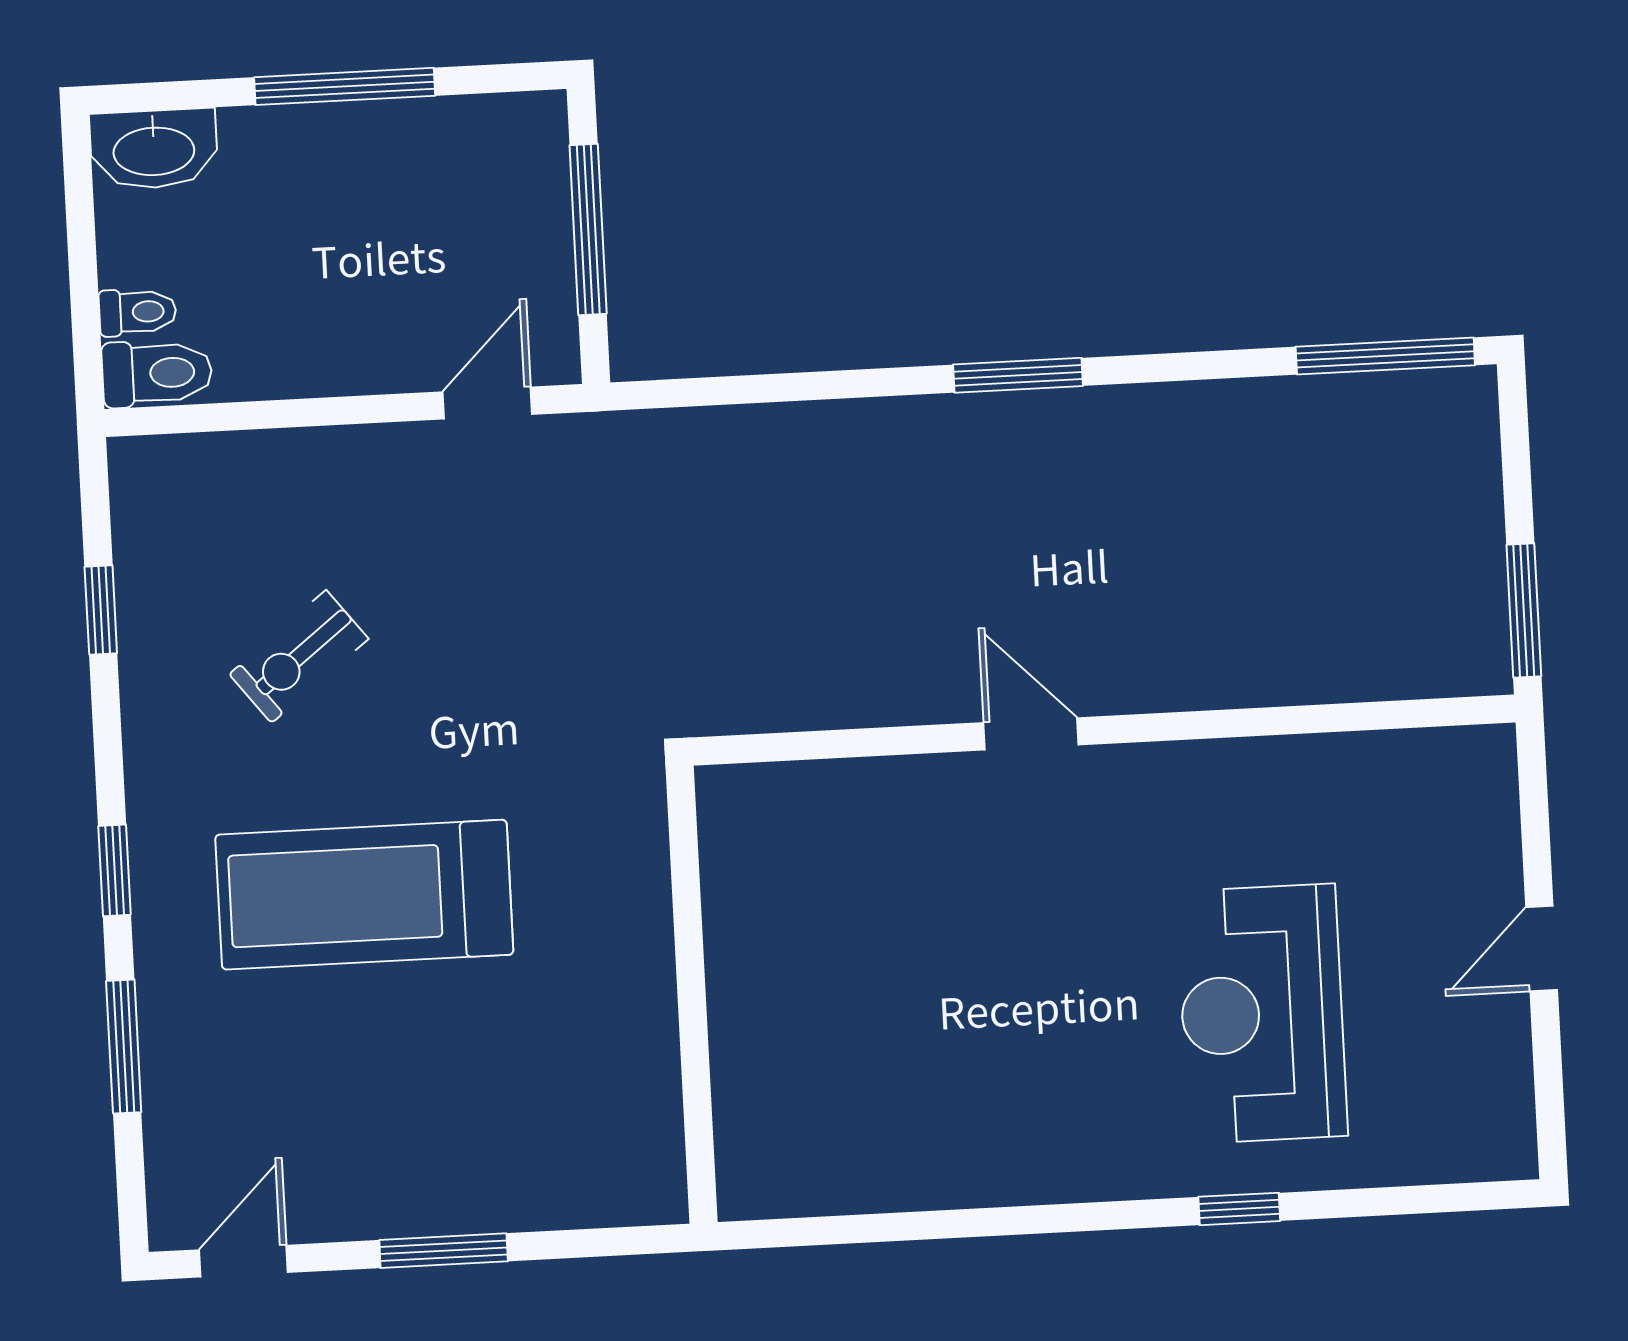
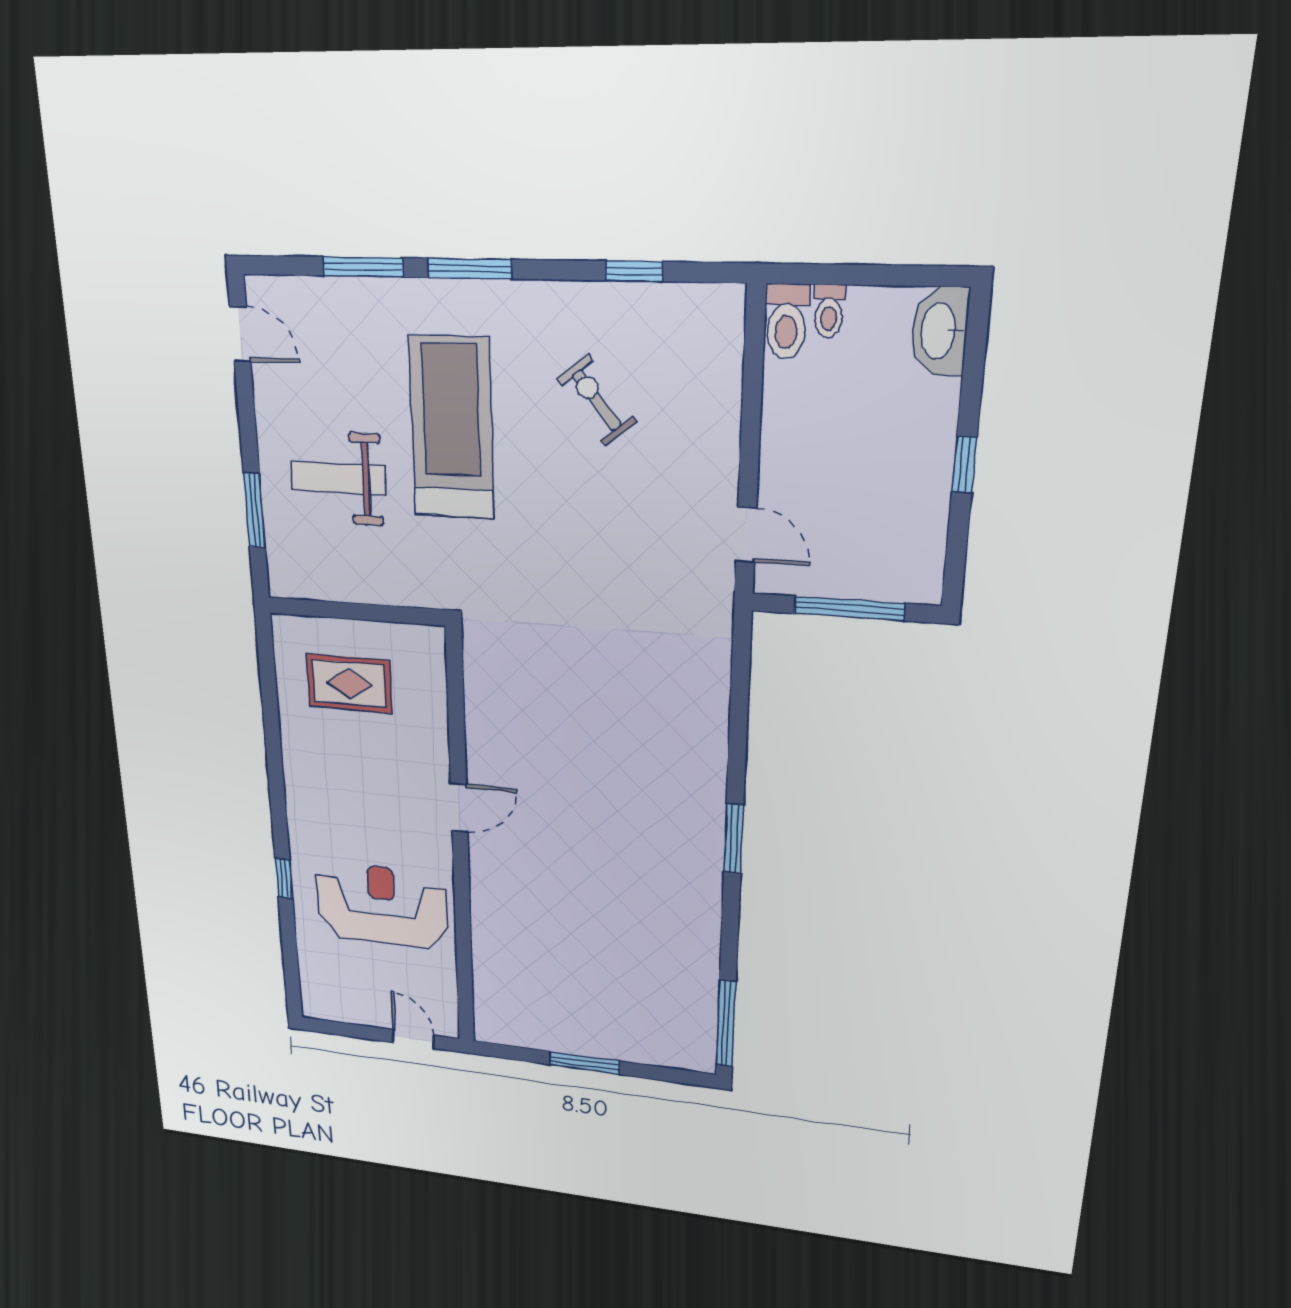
window: (345, 86) -> (964, 465), width x0.46
wall: (1104, 730) -> (460, 845), moved
door: (1031, 734) -> (459, 808), moved
window: (114, 870) -> (470, 269), width x1.50
rug: (830, 1075) -> (349, 684), added
weight bench: (466, 1092) -> (338, 478), added
window: (444, 1251) -> (254, 511), moved

